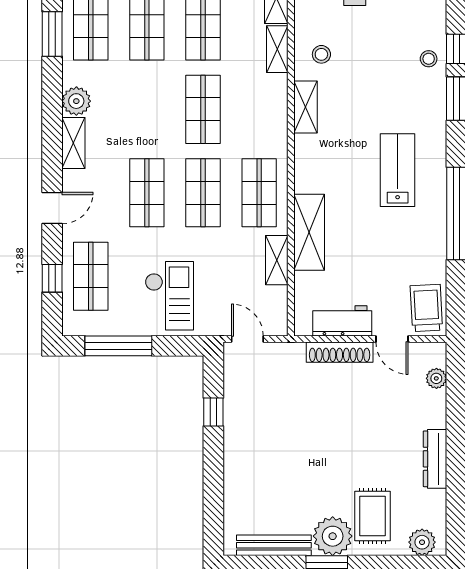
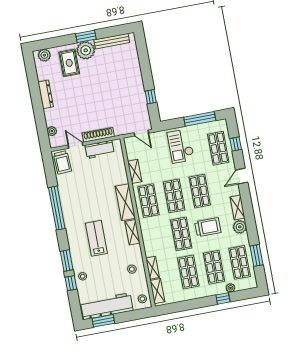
shelving: (306, 107) -> (133, 232), moved
trolley: (144, 113) -> (208, 227), added
lab bench: (398, 170) -> (96, 238), moved, turned 180
shelving: (309, 232) -> (125, 202), moved

